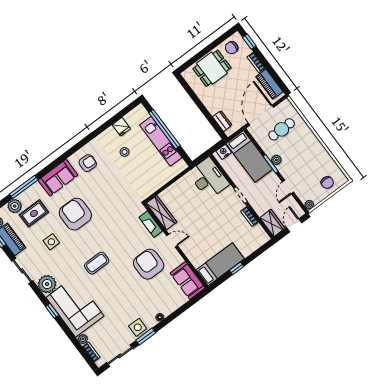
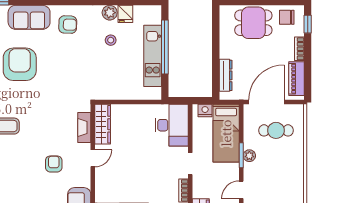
dresser: (222, 121) -> (226, 75), width x1.44
plant: (110, 134) -> (110, 13), added
door: (172, 241) -> (93, 158), hinge flipped
armchair: (149, 264) -> (54, 164), width x0.53, depth x0.53

